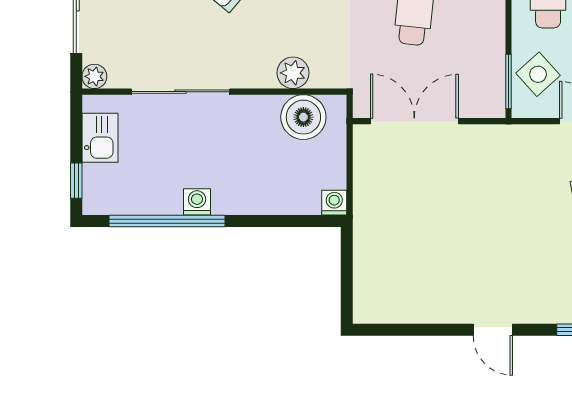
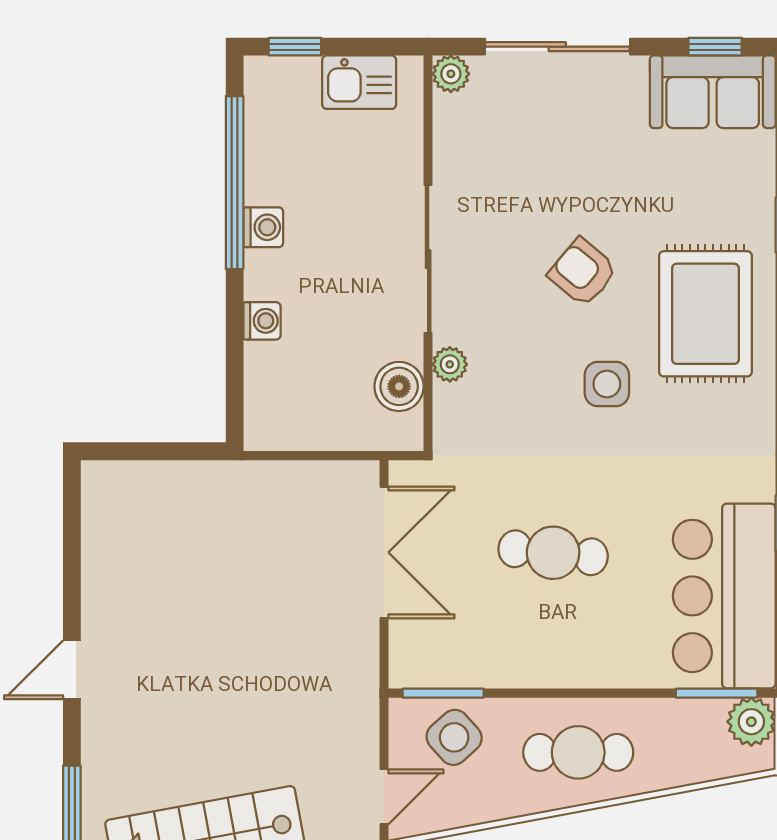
plant: (293, 73) -> (450, 364), width x0.73, depth x0.73
sliding door: (181, 92) -> (428, 259), moved
boiler: (303, 117) -> (399, 386), width x0.73, depth x0.73
washing machine: (334, 203) -> (262, 321), moved

